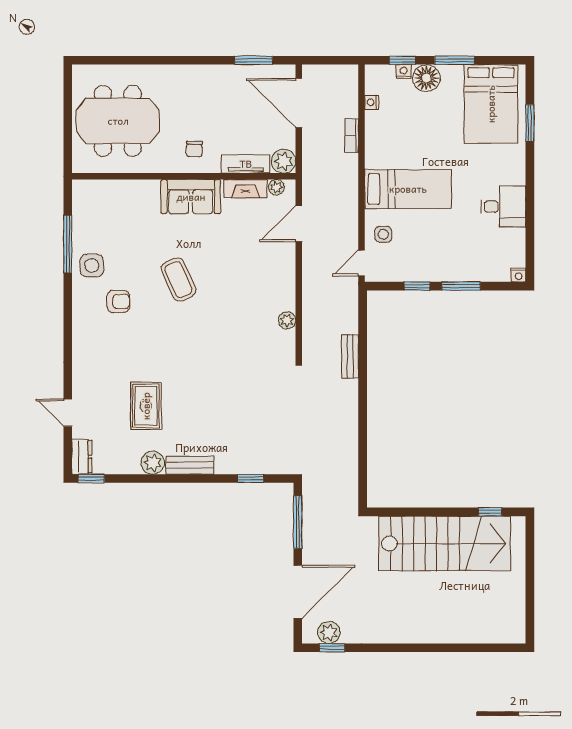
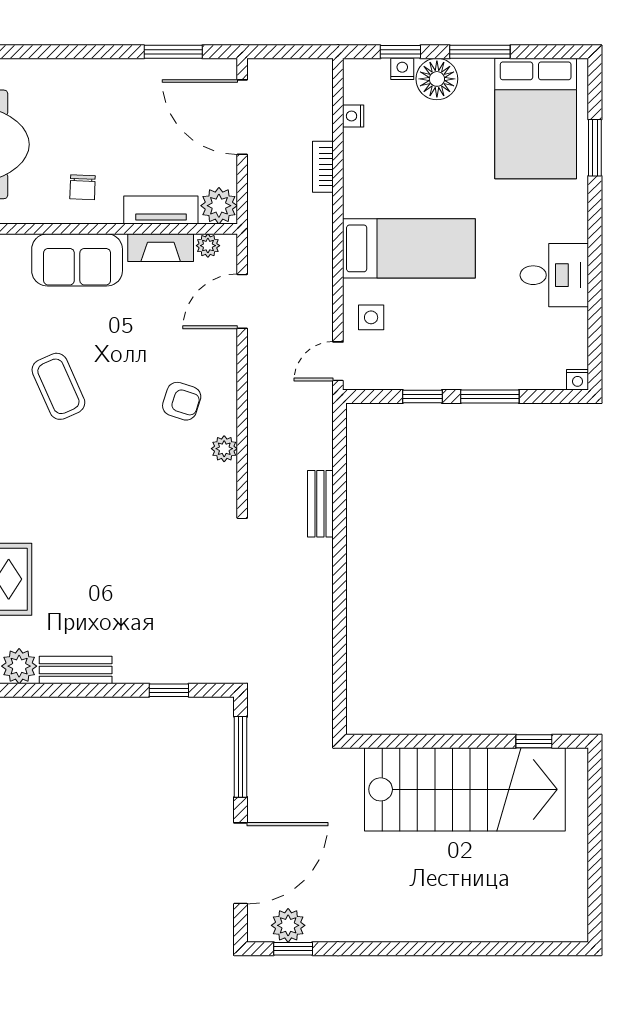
armchair: (259, 289) -> (182, 401), added

